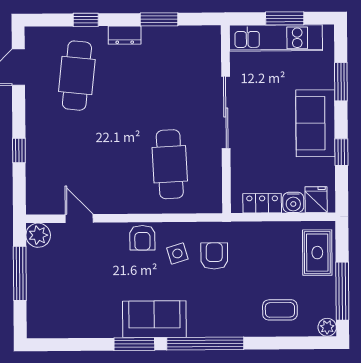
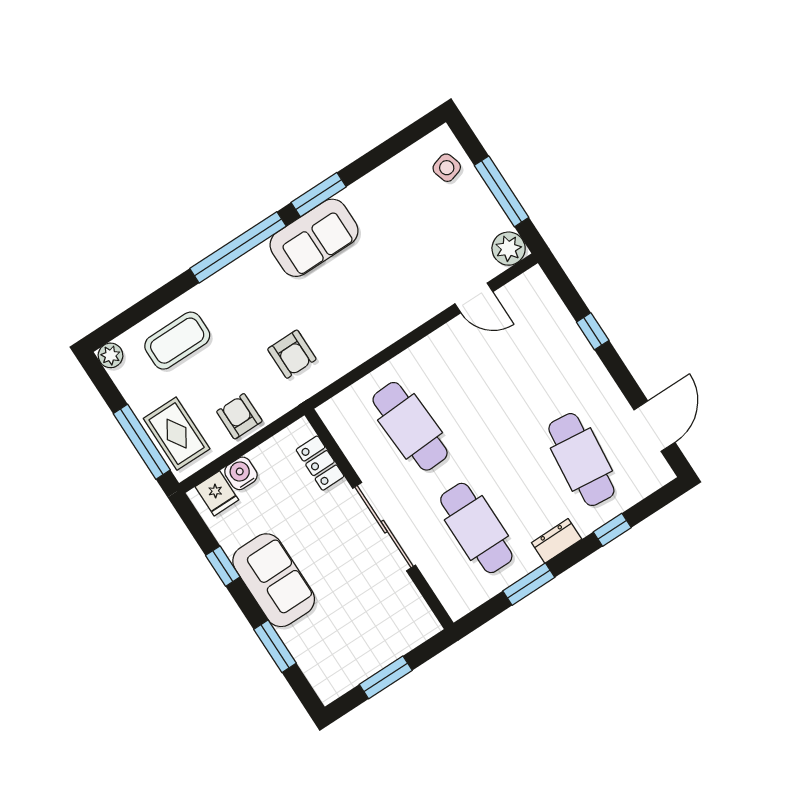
kitchen unit: (276, 38) -> (381, 649), removed
cafe table: (169, 75) -> (476, 528), added
locker: (262, 203) -> (320, 463), moved, turned 90
armchair: (142, 238) -> (239, 416), moved
side table: (177, 253) -> (447, 168), moved
window: (342, 291) -> (142, 442), moved
coffee table: (280, 310) -> (177, 341), width x1.36, depth x1.30

